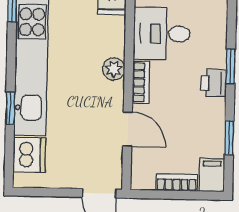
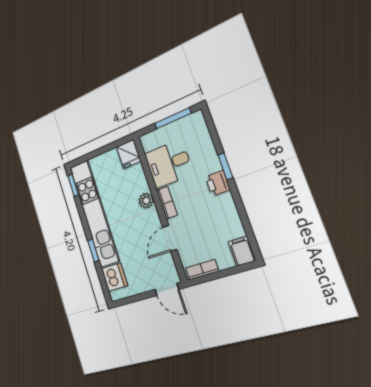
door: (128, 129) -> (170, 238), swing flipped
window: (229, 138) -> (244, 219), removed
bookcase: (177, 183) -> (202, 270), moved

